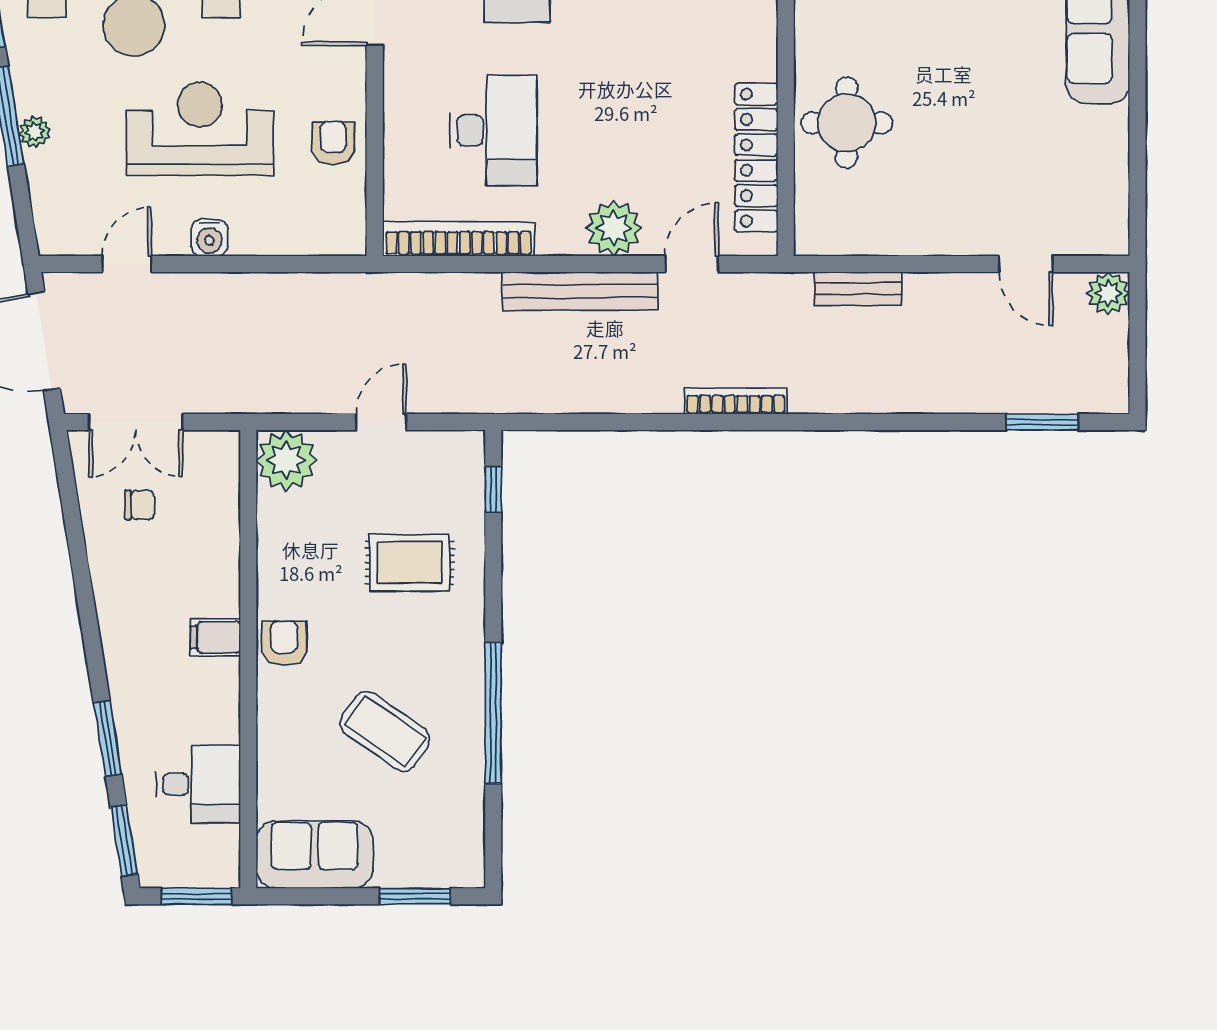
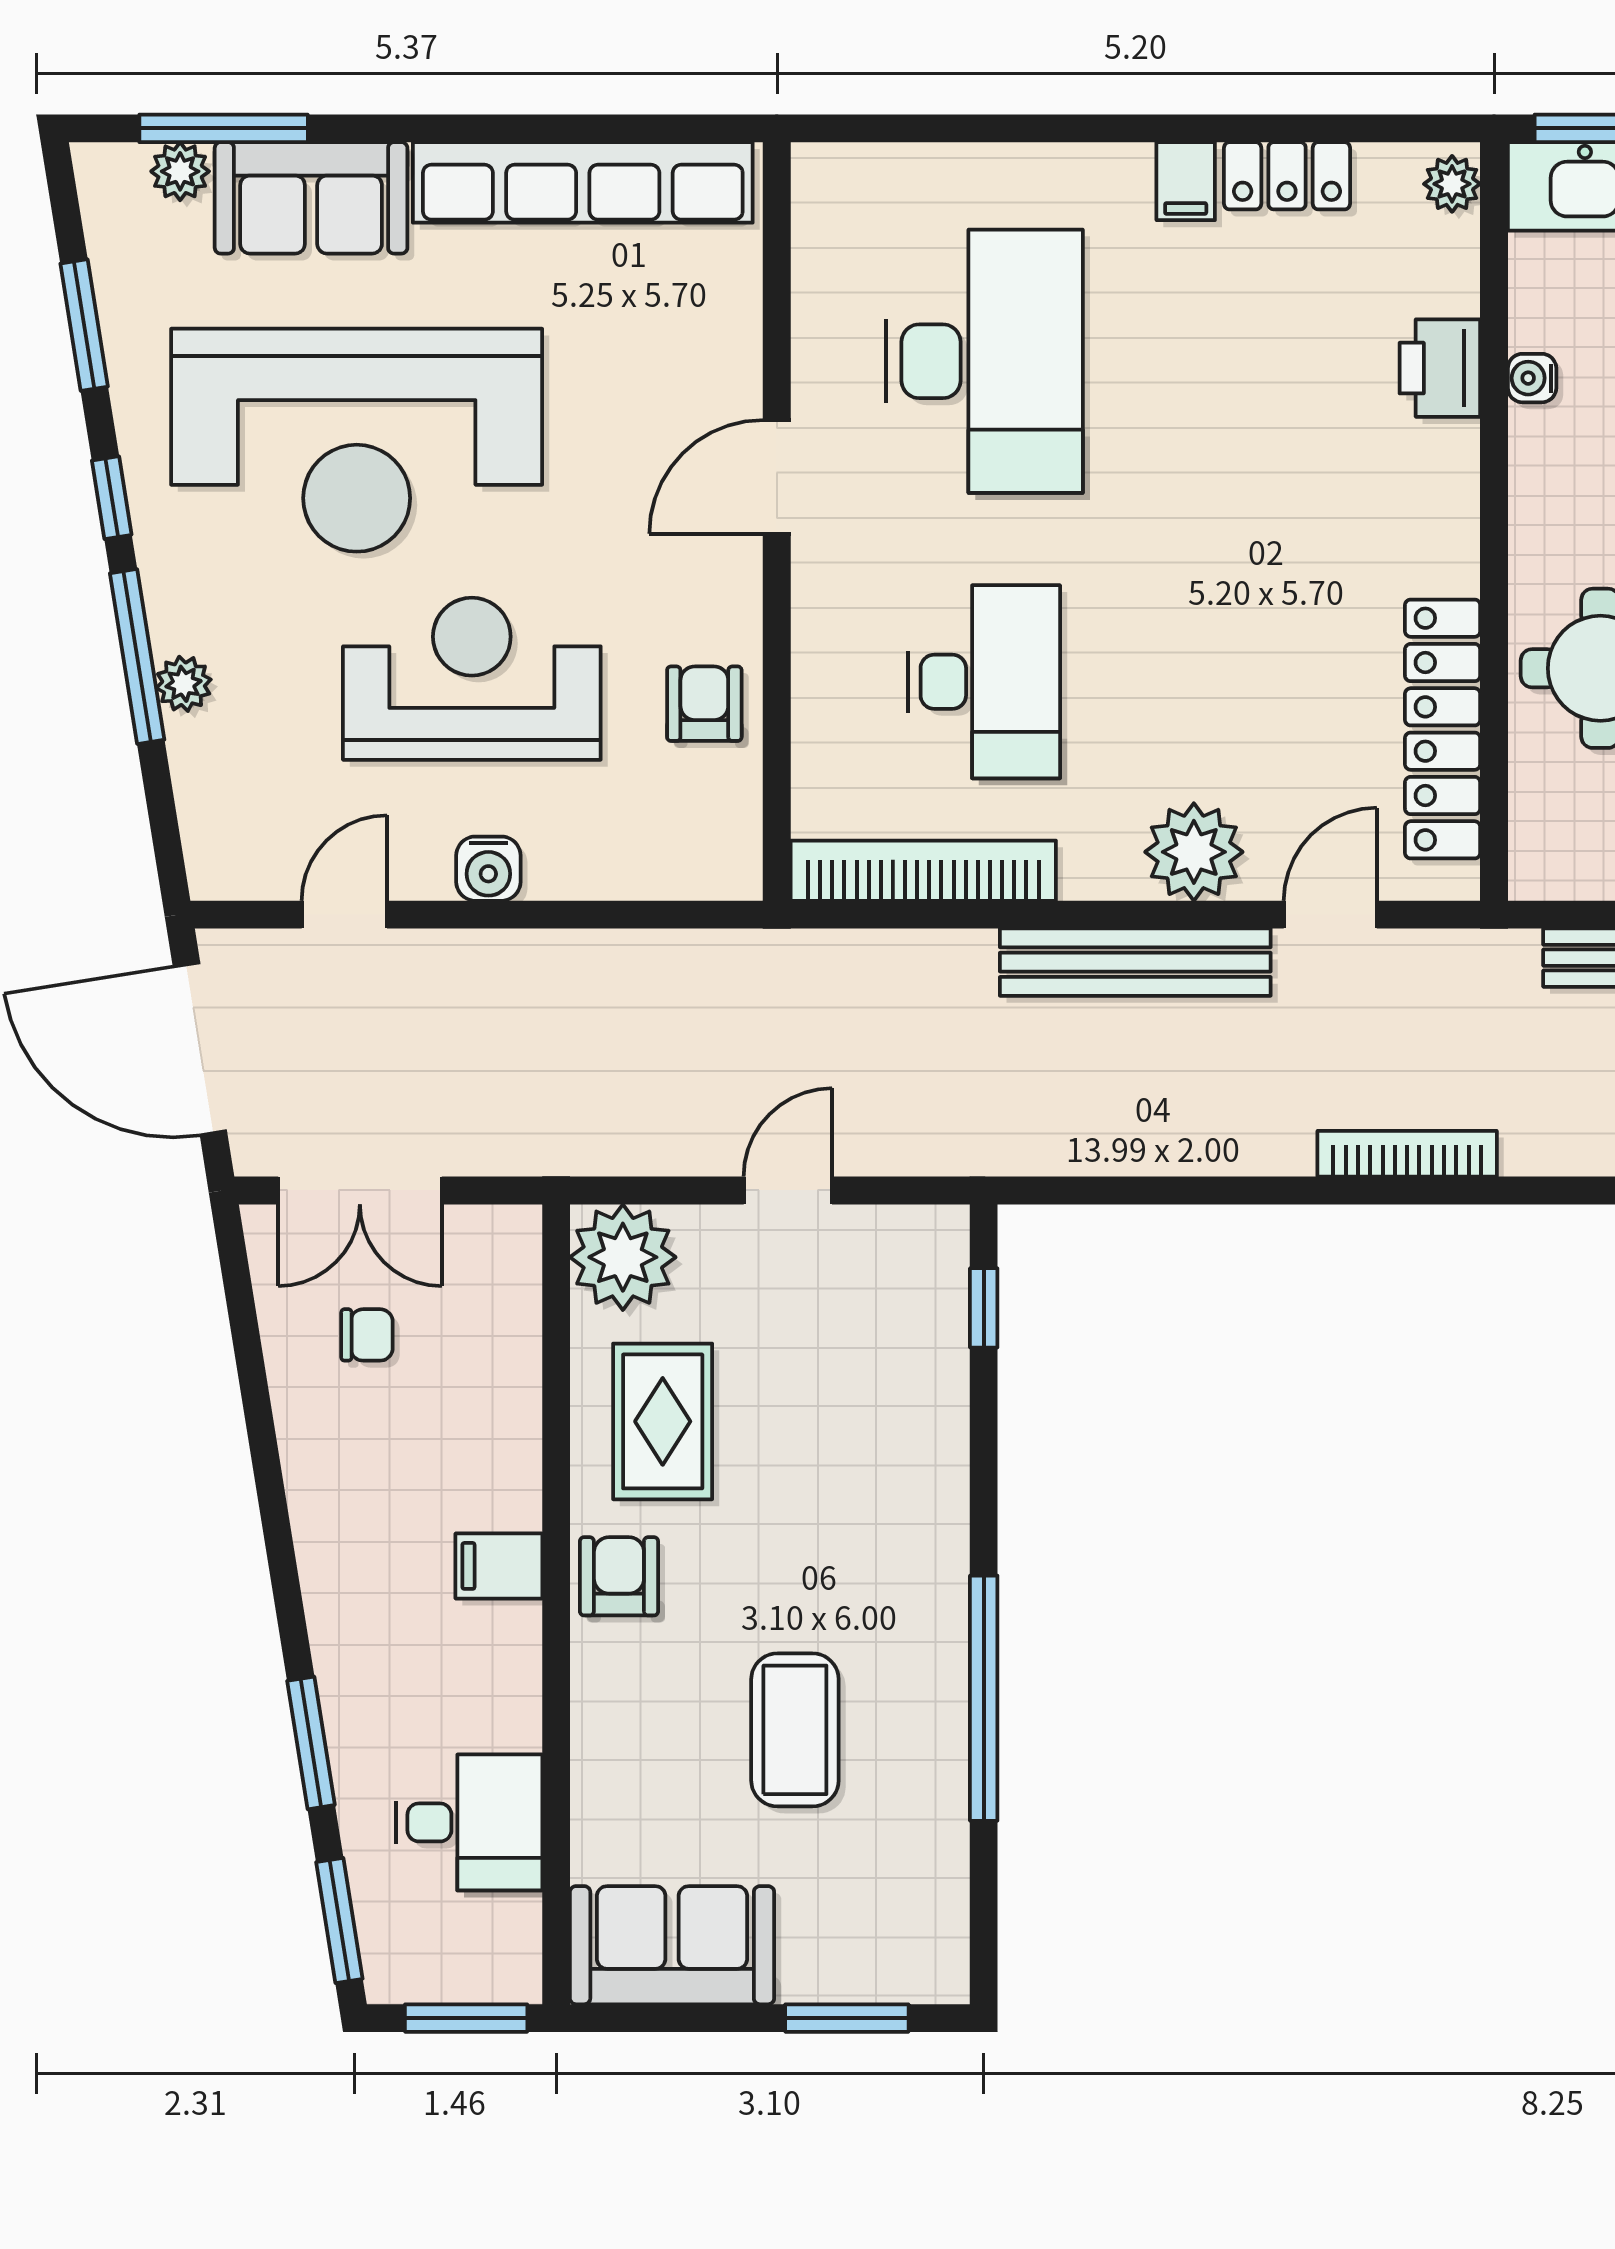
rug: (410, 563) -> (663, 1421), moved, turned 90
coffee table: (385, 731) -> (795, 1730), turned 55

